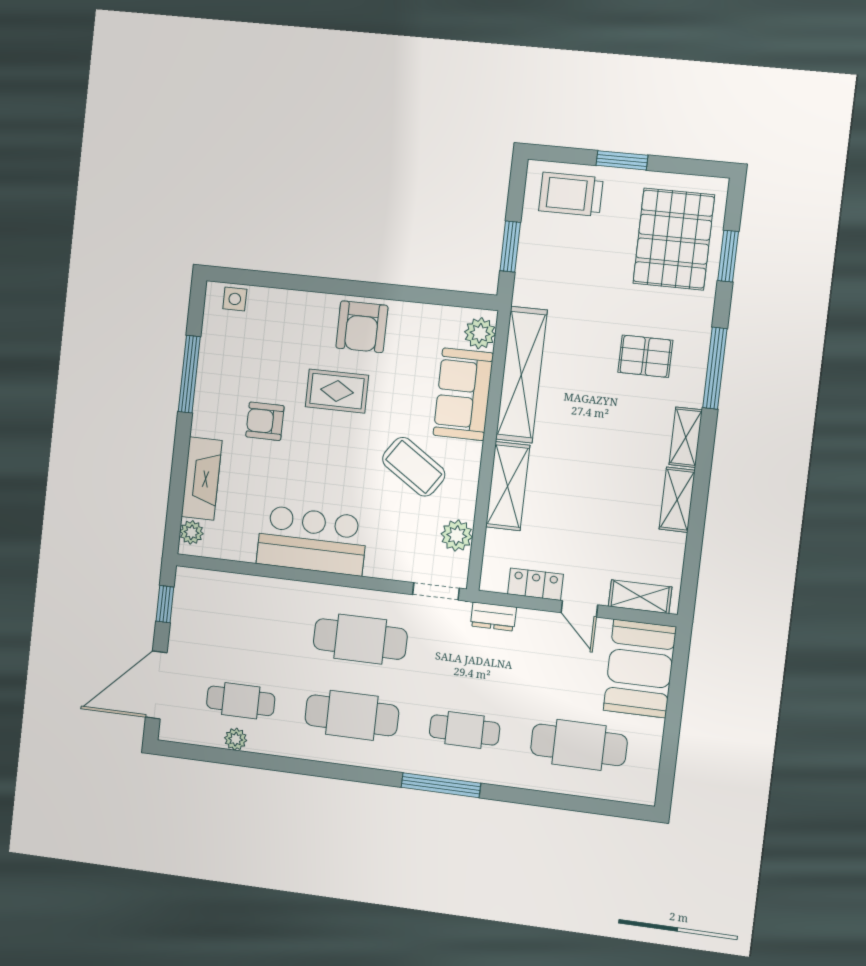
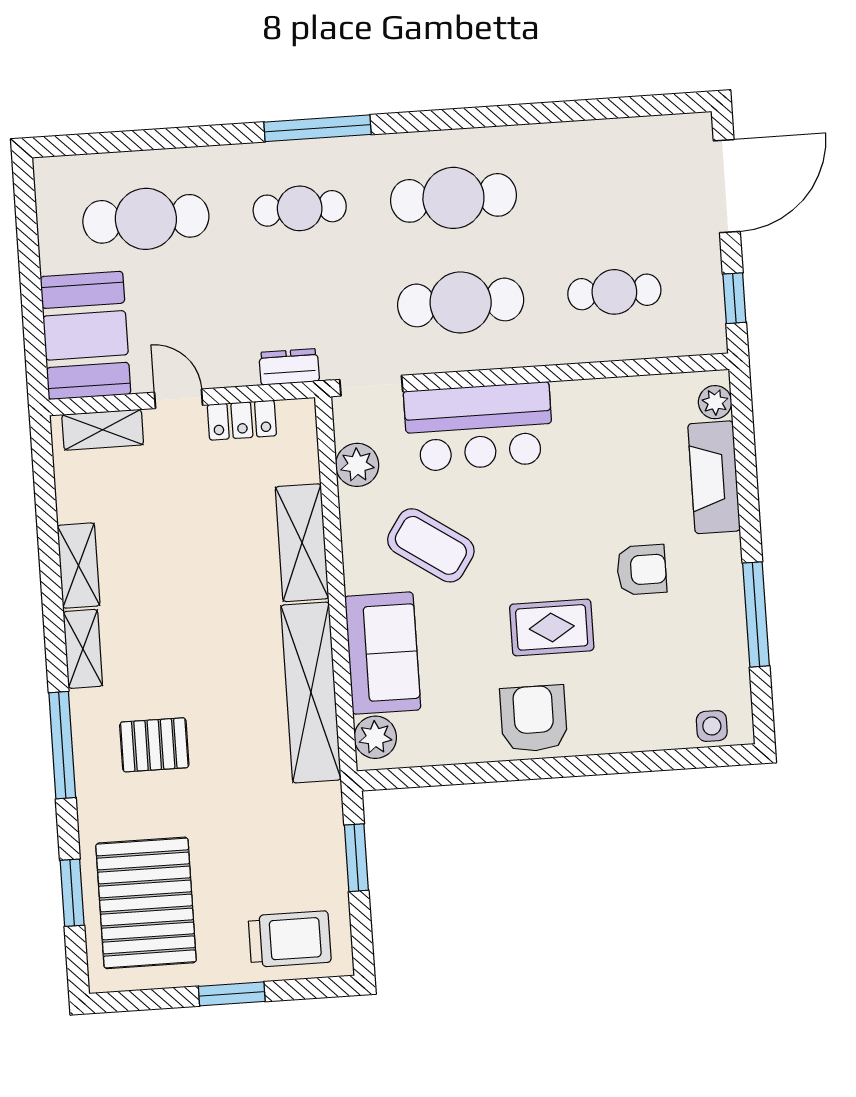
bar counter: (312, 540) -> (479, 427), moved
cafe table: (241, 701) -> (614, 292), moved
plant: (236, 739) -> (605, 134), removed

